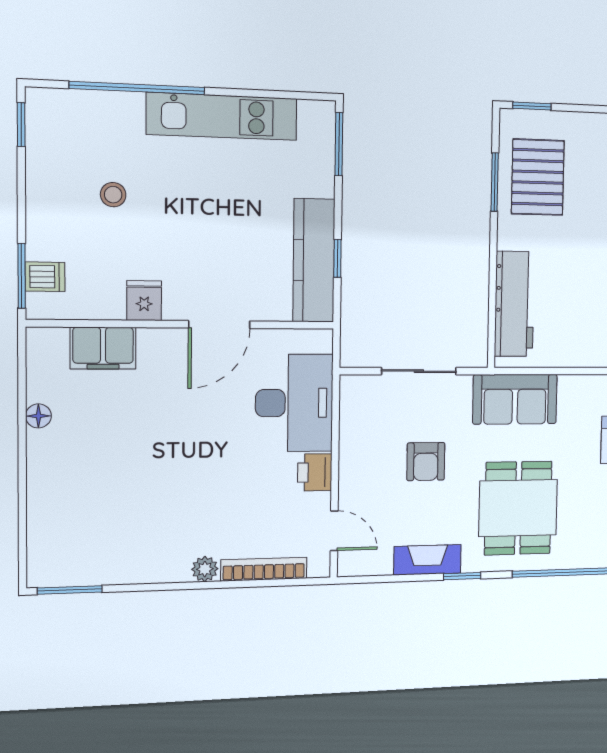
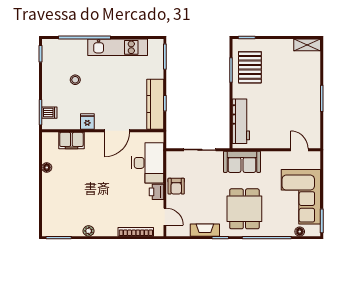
armchair: (426, 462) -> (176, 186), moved
plant: (205, 569) -> (89, 231), moved

